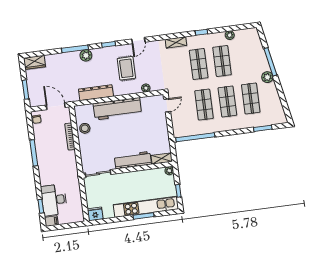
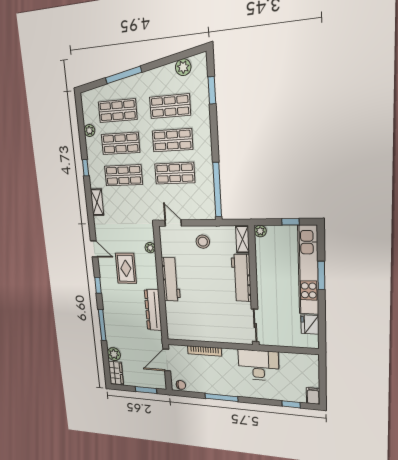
plant: (86, 55) -> (114, 354), moved
shop shelf: (245, 58) -> (118, 111), added
rug: (126, 68) -> (126, 268), turned 90
plant: (267, 77) -> (183, 67), moved
workbench: (117, 109) -> (171, 279), width x0.73, depth x0.76
stool: (85, 128) -> (203, 242), moved
desk: (54, 200) -> (258, 365), moved, turned 180
fridge: (95, 214) -> (310, 325), moved

